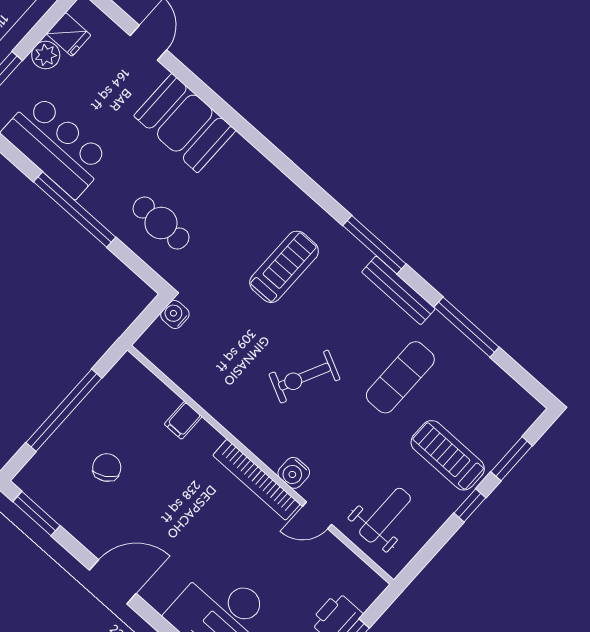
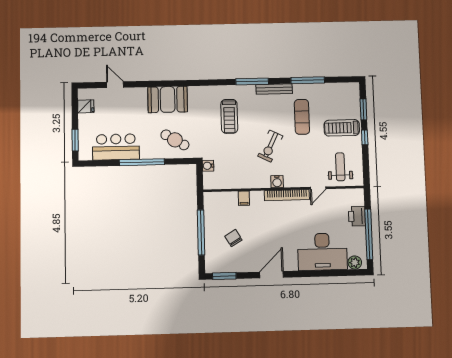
plant: (46, 55) -> (84, 120), removed
booth: (185, 123) -> (168, 99), moved
cafe table: (161, 223) -> (175, 140), turned 31
treadmill: (284, 267) -> (229, 116), turned 180
water cooler: (294, 473) -> (277, 182), moved

